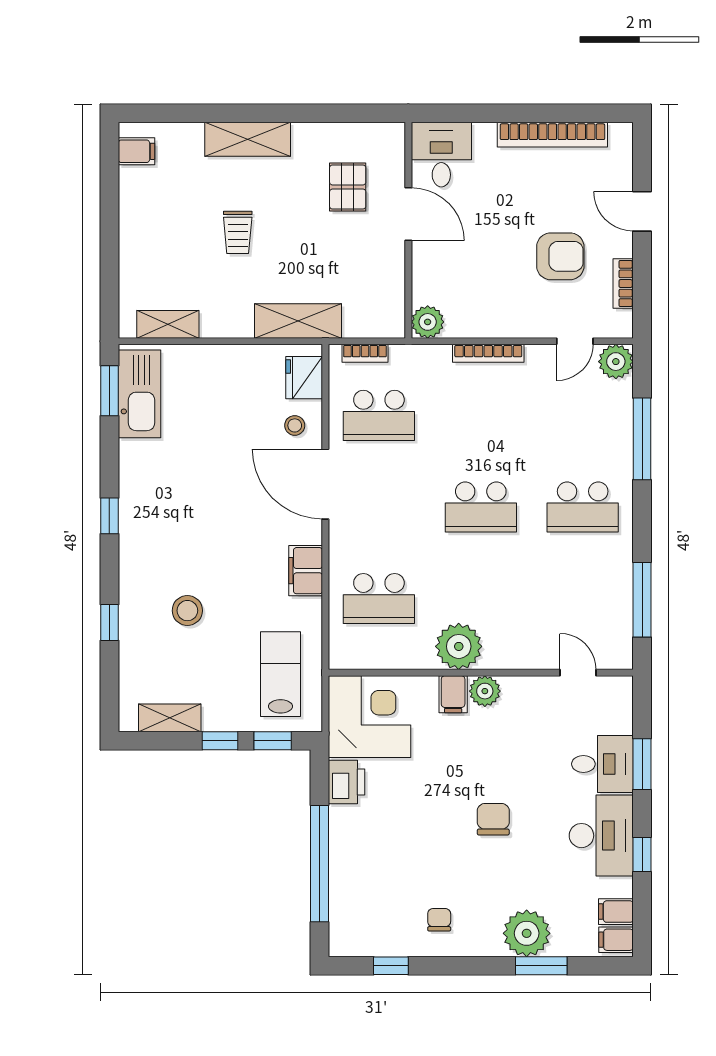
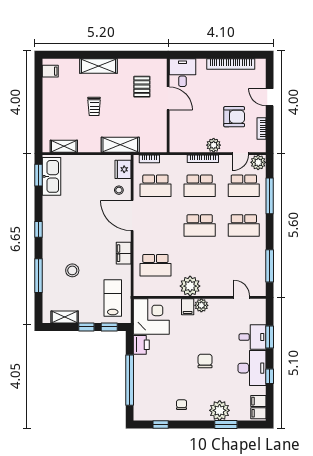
plant: (428, 322) -> (214, 145), moved
school desk: (481, 415) -> (200, 186), added
school desk: (583, 415) -> (244, 186), added
window: (109, 622) -> (38, 276), width x2.17

